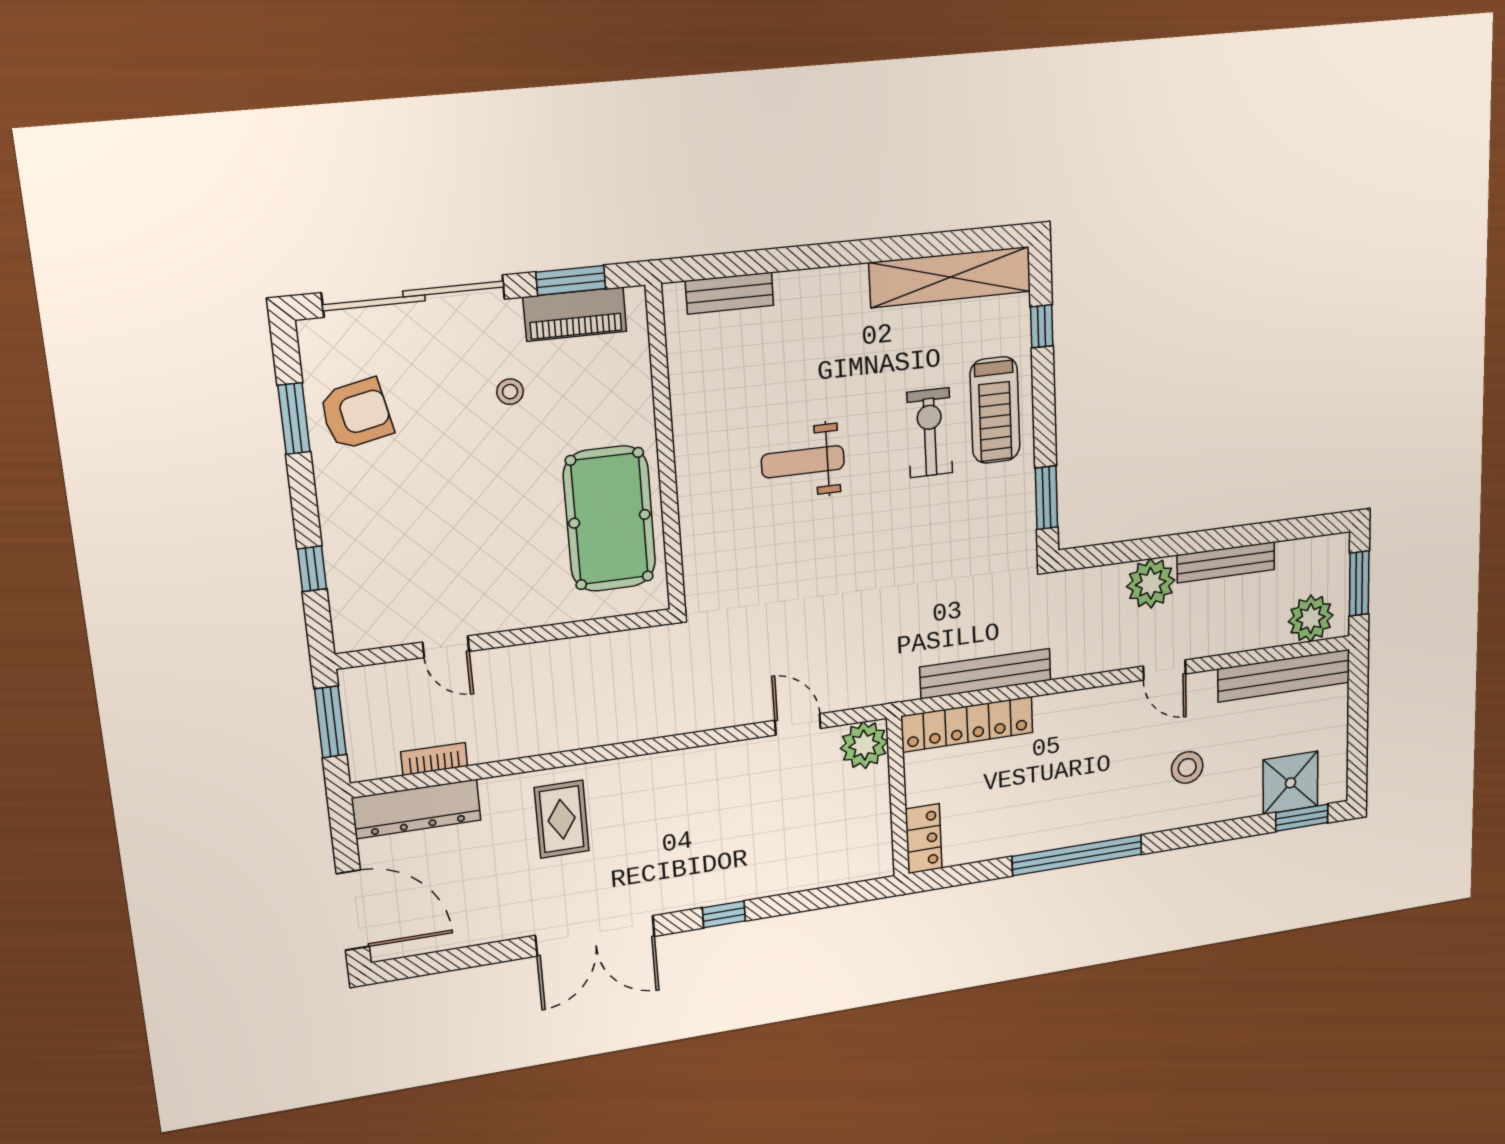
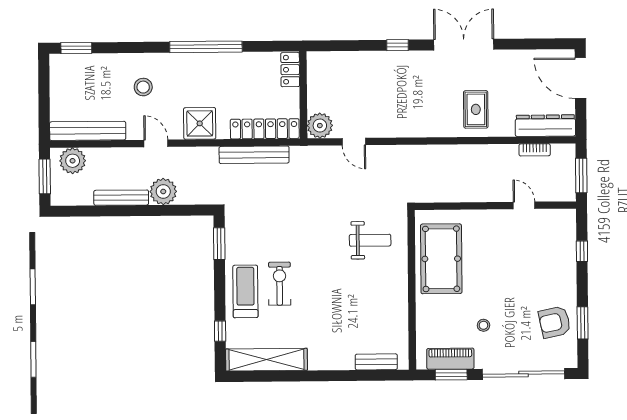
exercise bike: (930, 433) -> (280, 284), turned 180
weight bench: (803, 462) -> (370, 240), moved
shower: (1290, 783) -> (200, 123), moved

